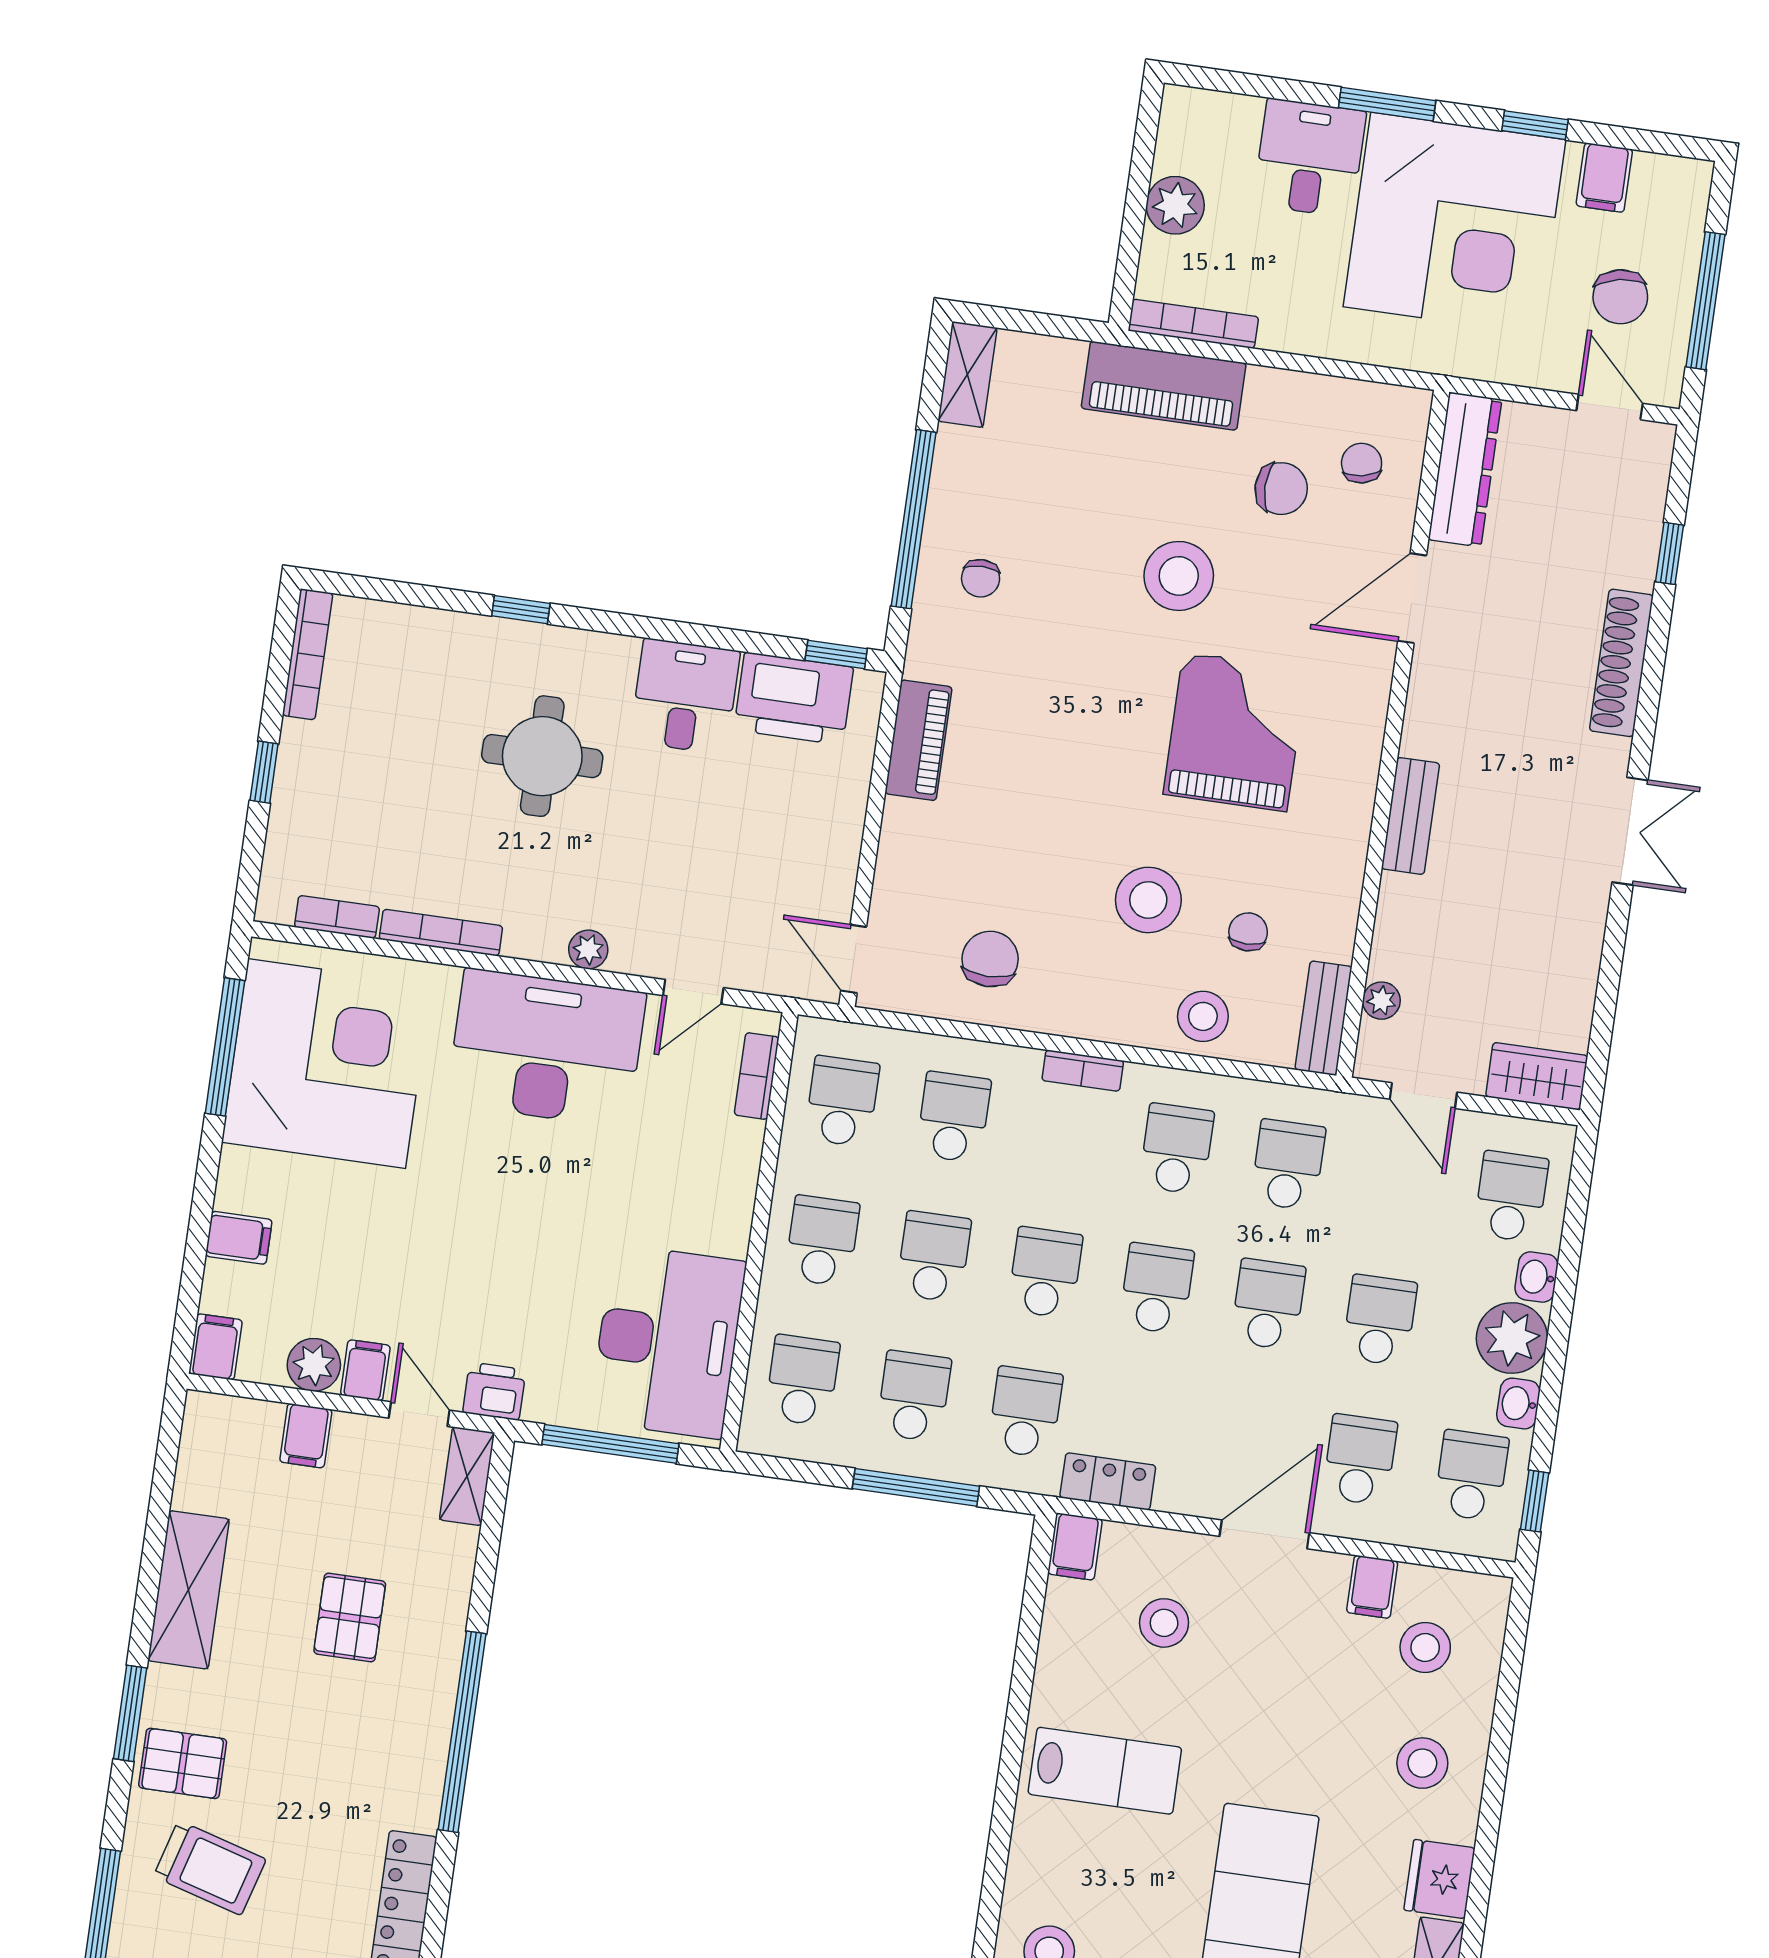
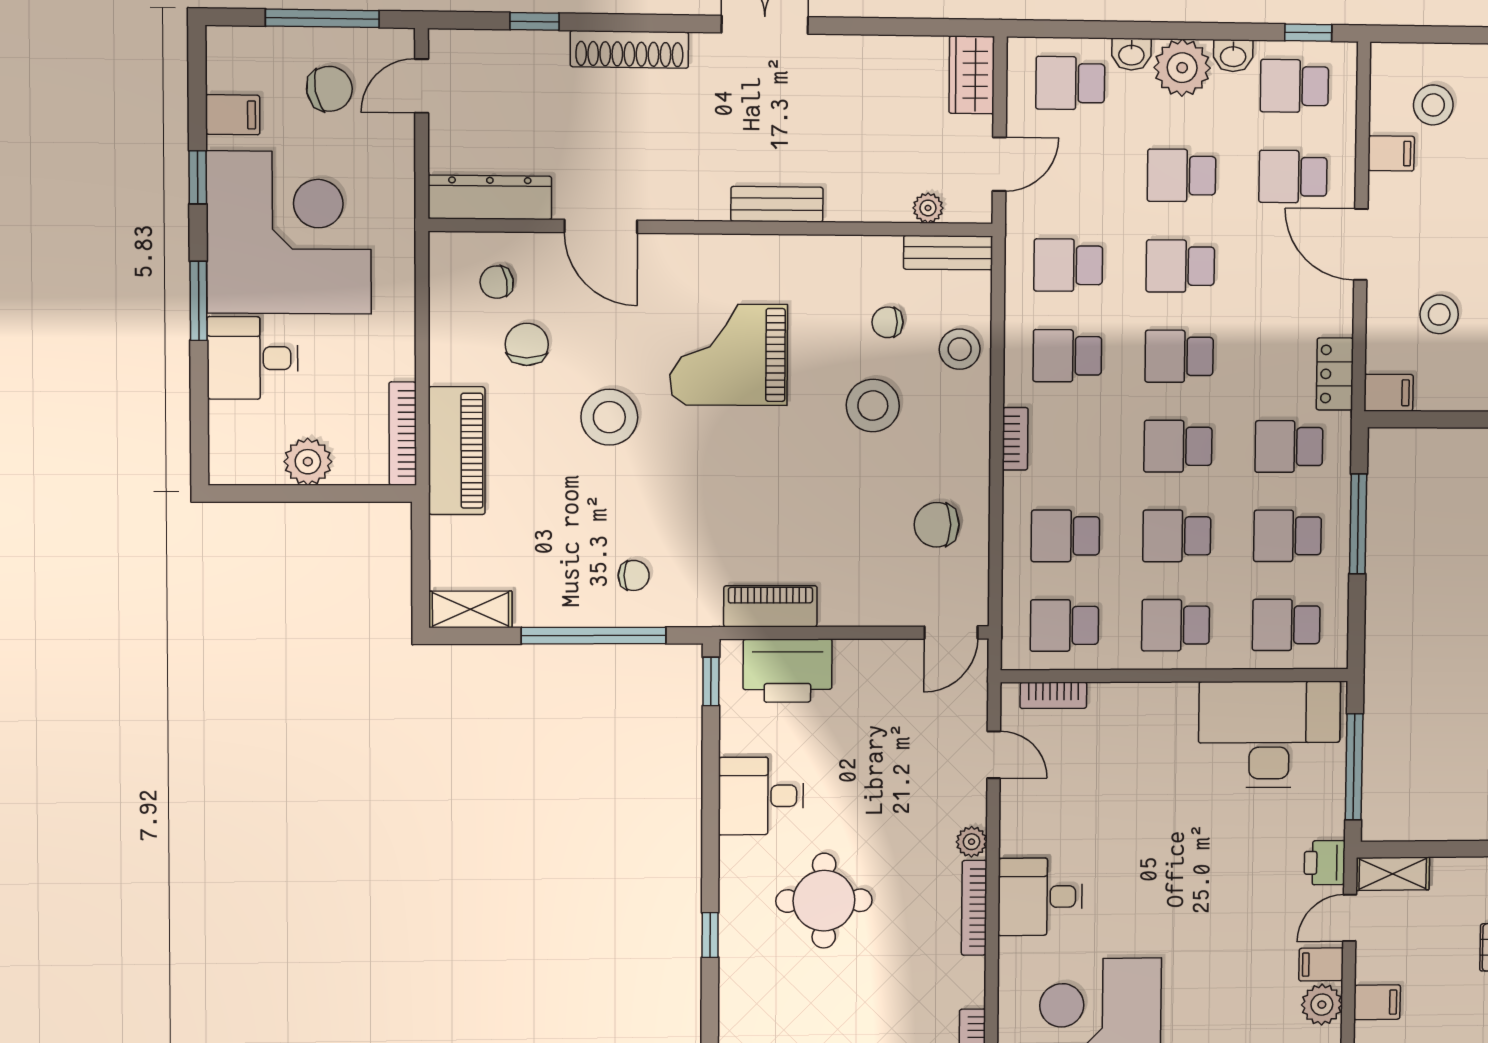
printer: (794, 699) -> (788, 671), moved, turned 90
bookcase: (441, 933) -> (974, 908), moved
desk: (546, 1048) -> (1040, 897), width x0.53, depth x0.77

